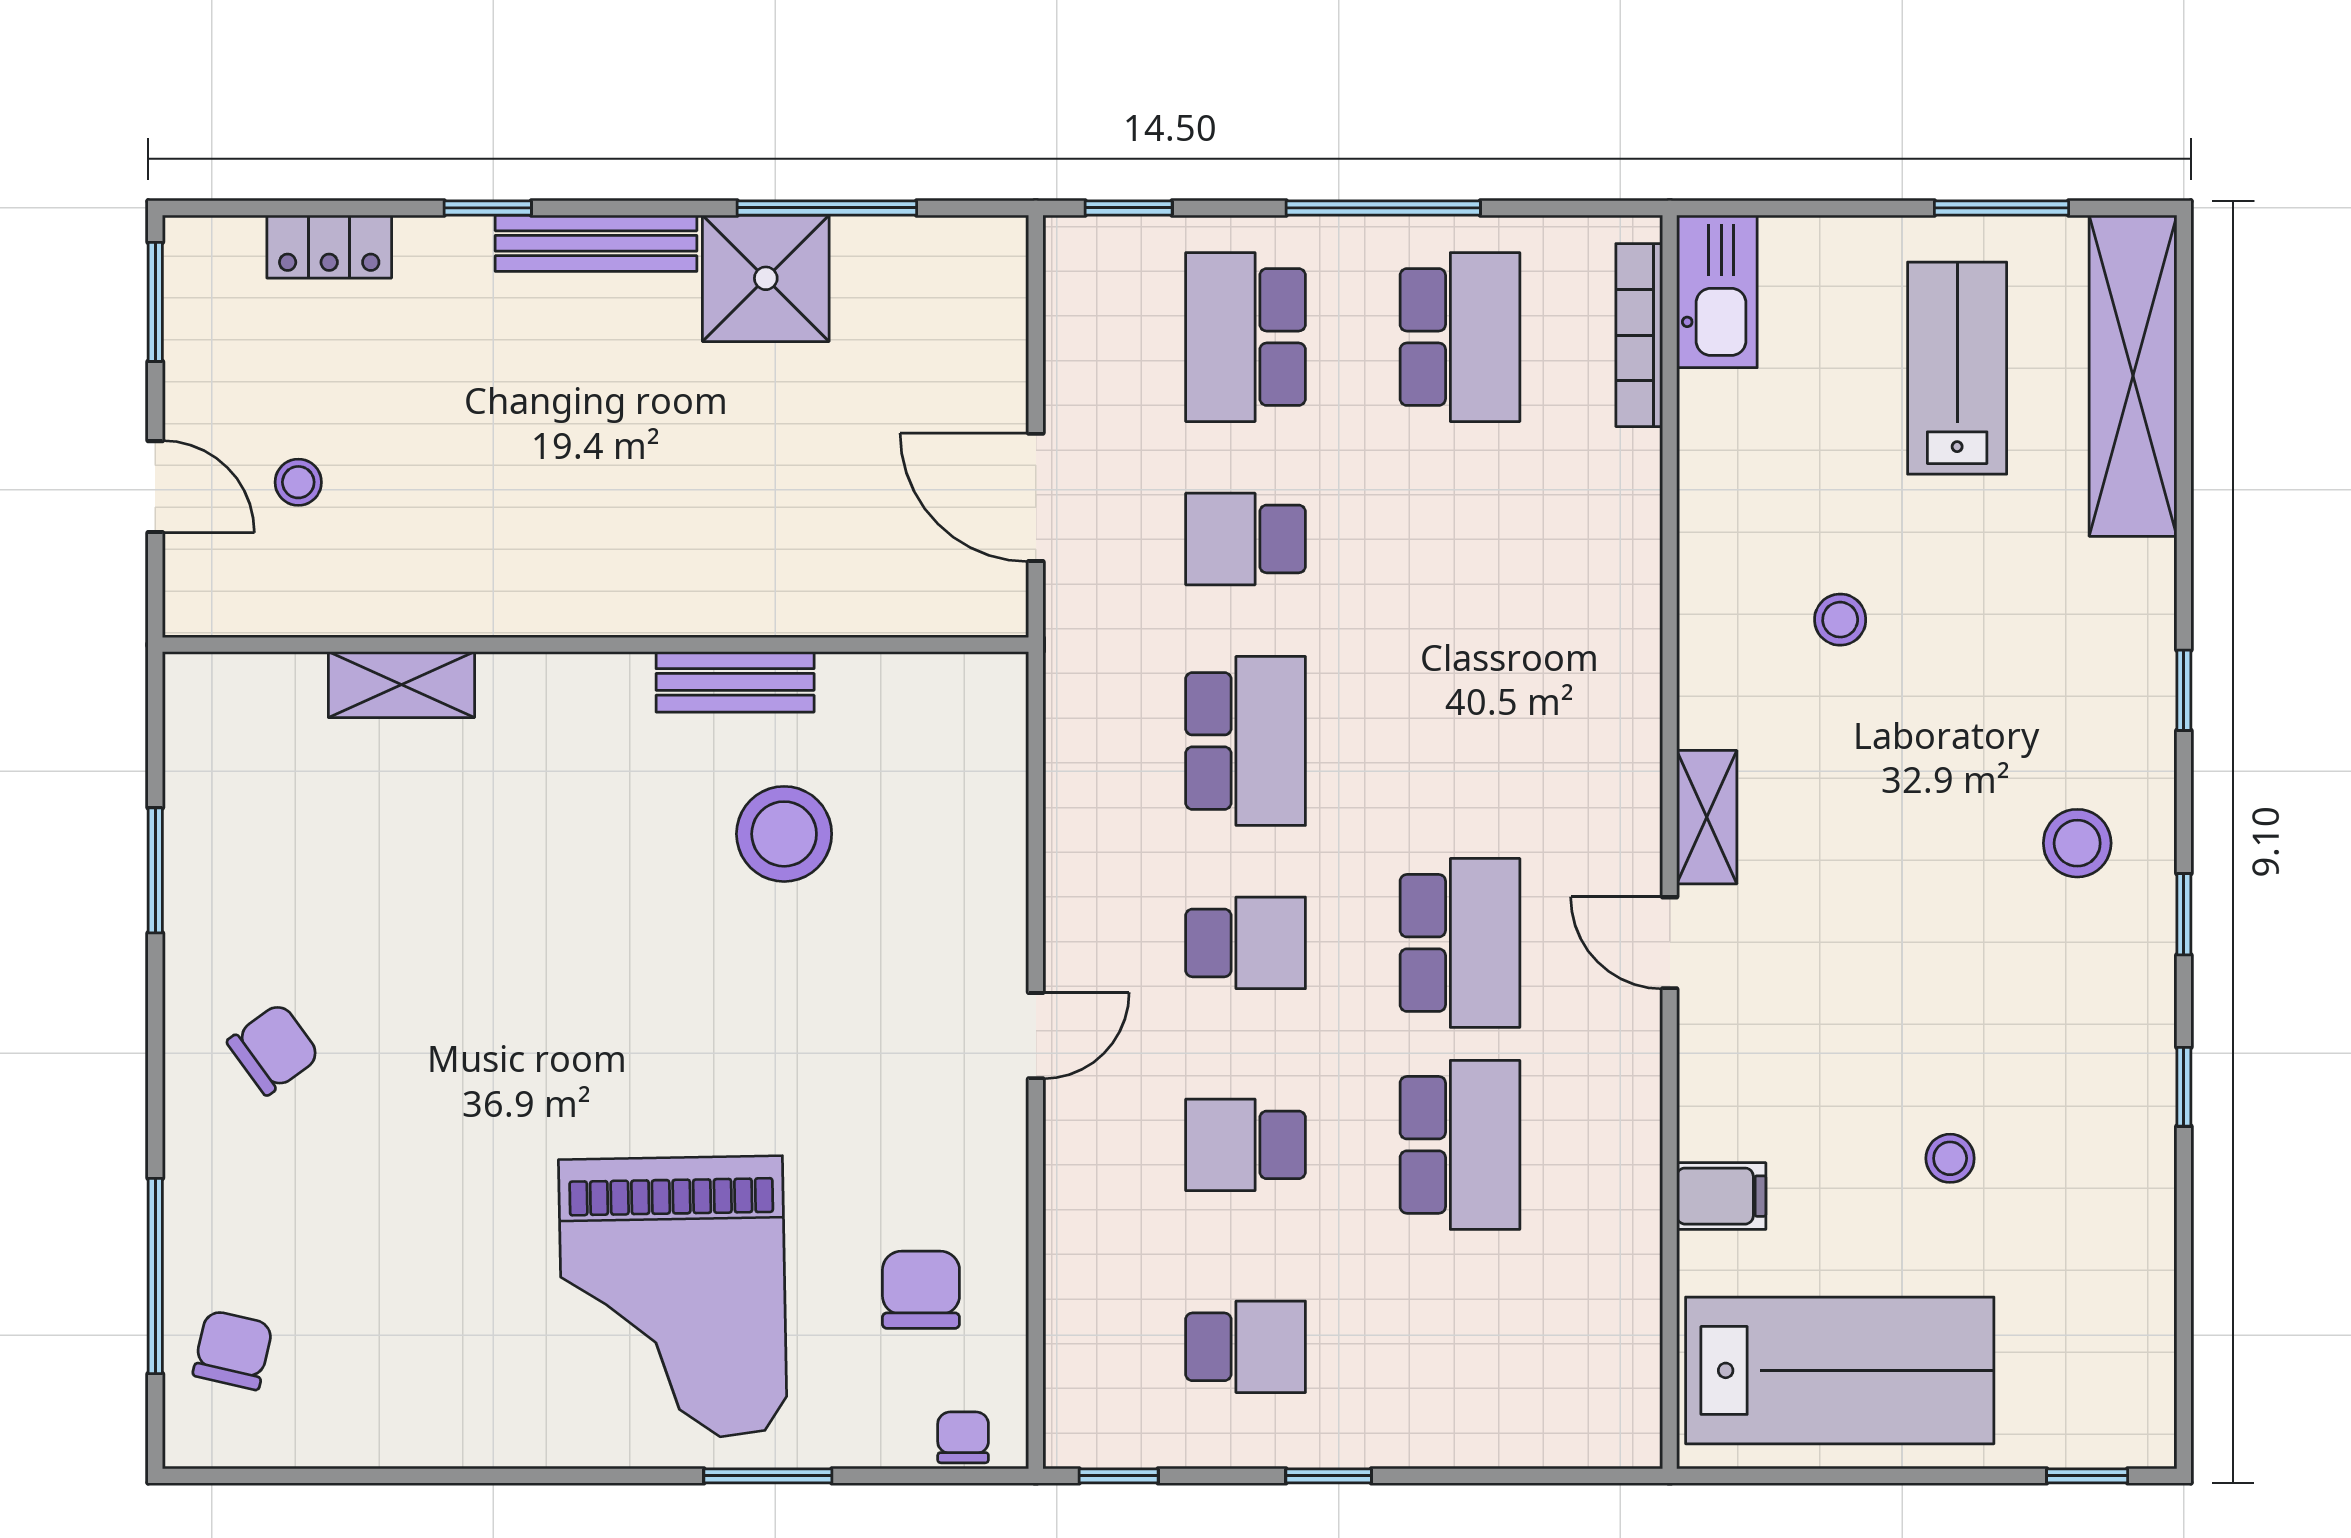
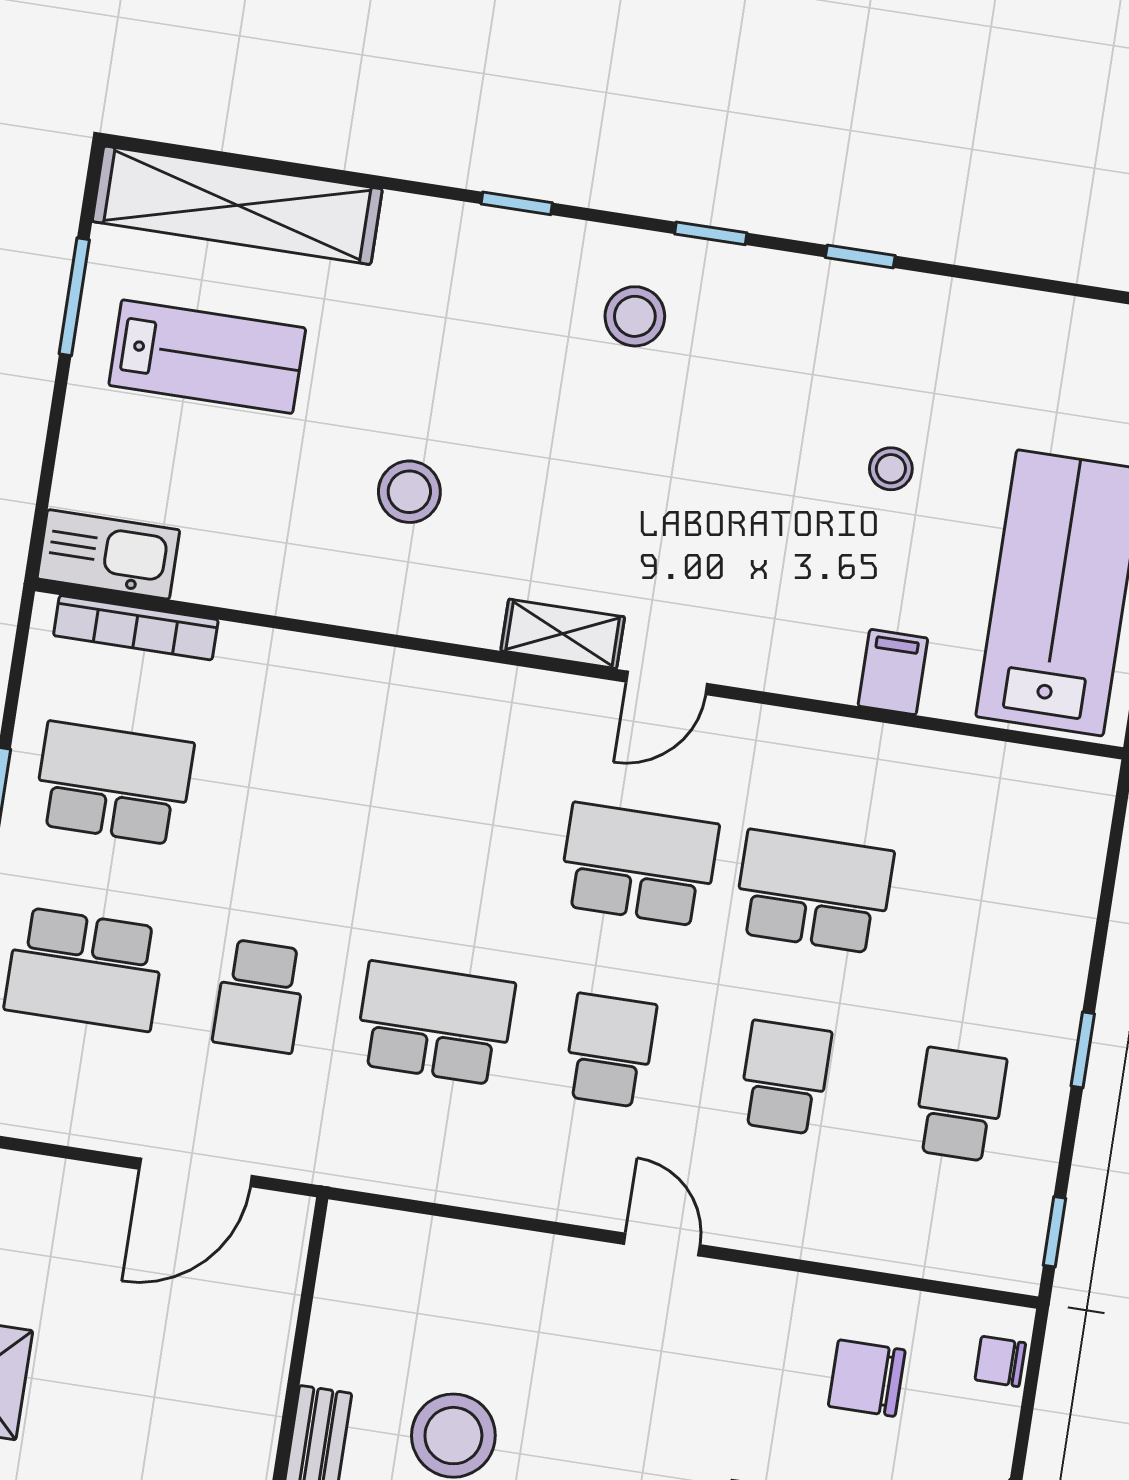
lab bench: (1957, 368) -> (207, 357), turned 180
stool: (1840, 620) -> (409, 492), width x1.37, depth x1.37
school desk: (1246, 1145) -> (785, 1077), turned 180

